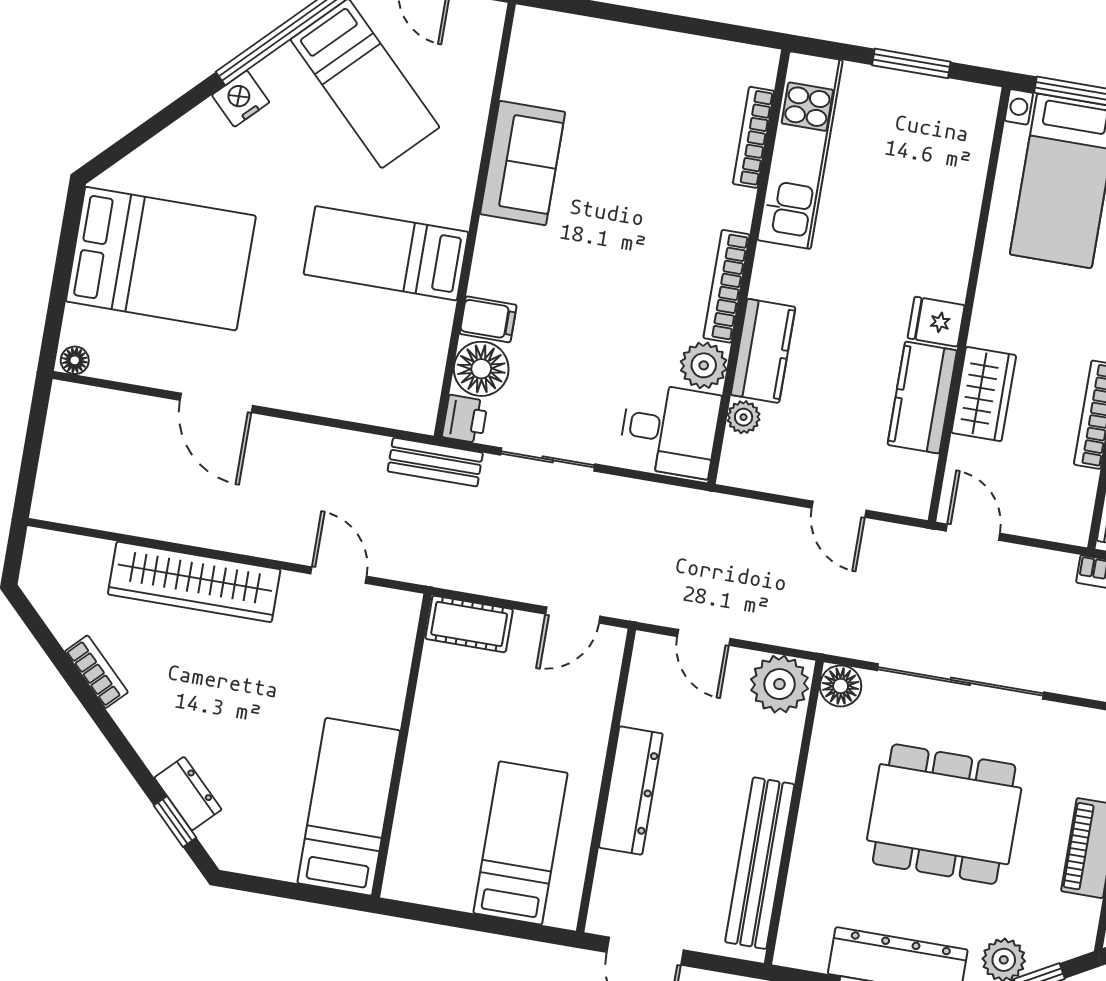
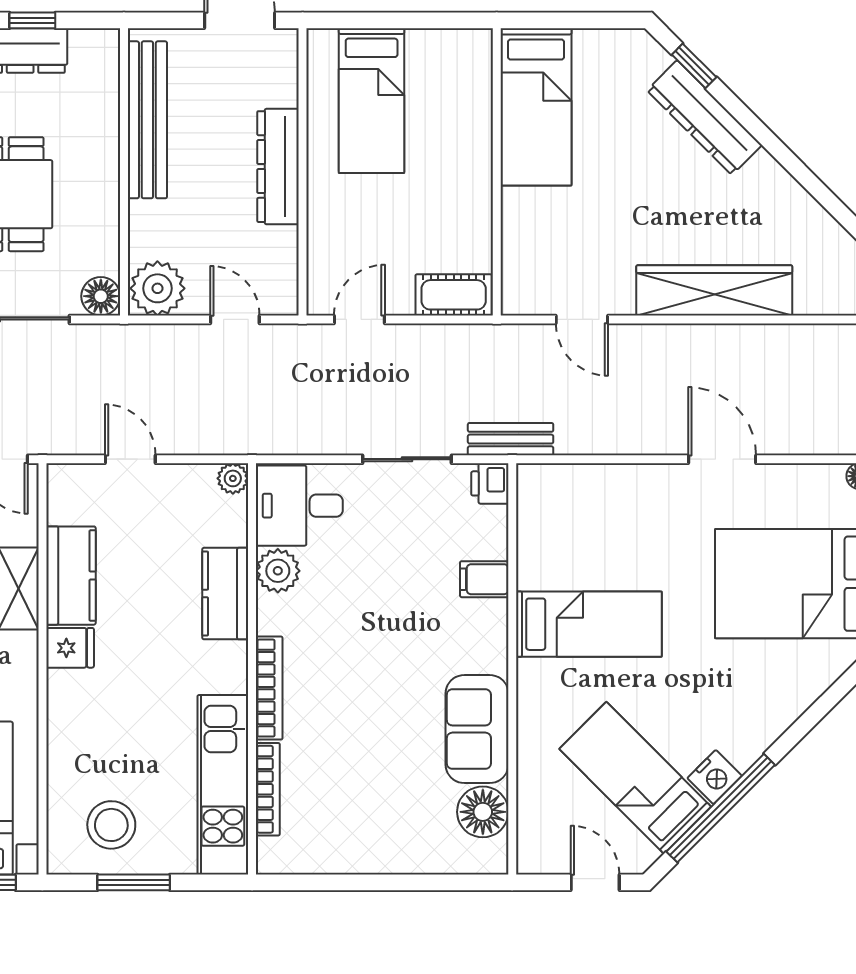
nightstand: (241, 99) -> (715, 777), moved
stool: (925, 128) -> (111, 825), added
bookcase: (727, 286) -> (269, 688), moved
floor lamp: (481, 369) -> (483, 812), moved
plant: (744, 417) -> (233, 478), moved
bookcase: (96, 672) -> (790, 192), removed
dresser: (188, 794) -> (704, 118), width x1.96, depth x1.24

